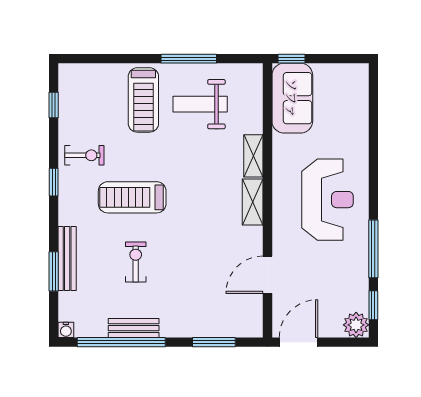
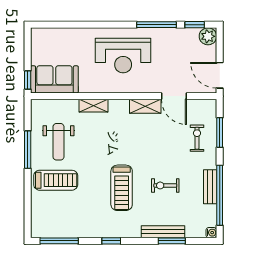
window: (54, 105) -> (59, 241), width x2.17
exercise bike: (84, 155) -> (197, 138), moved
reception desk: (328, 200) -> (123, 56), turned 180
shelving: (253, 202) -> (145, 106), moved

